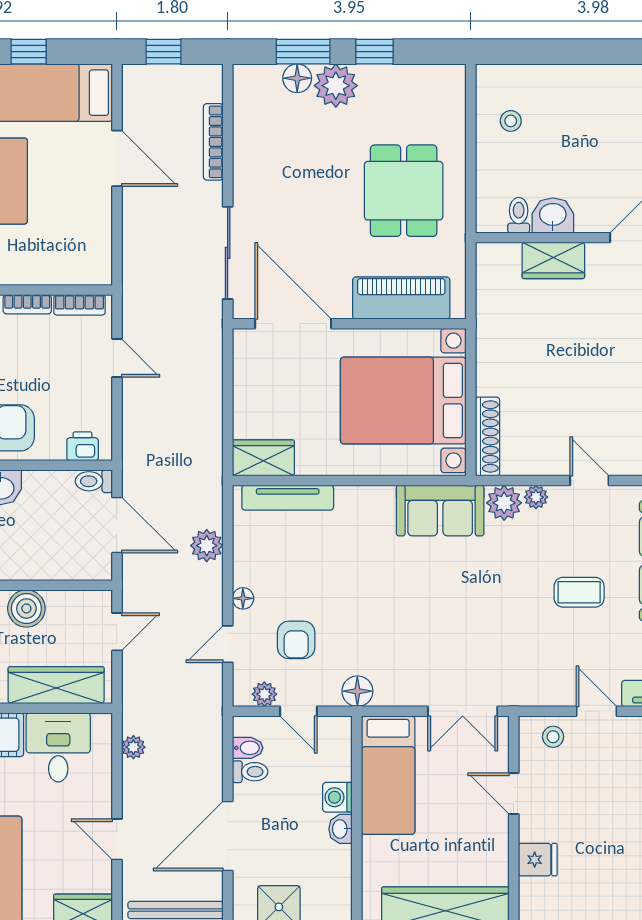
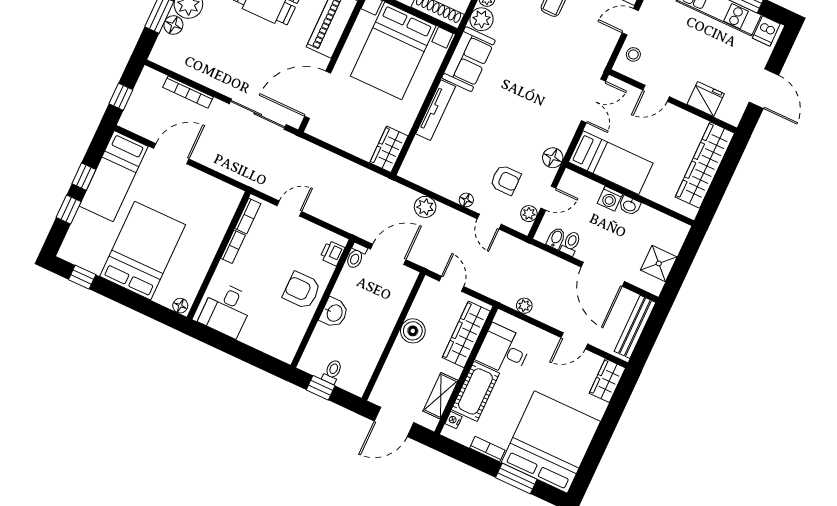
tv unit: (288, 498) -> (436, 110), moved
fridge: (538, 860) -> (706, 99), width x1.38

